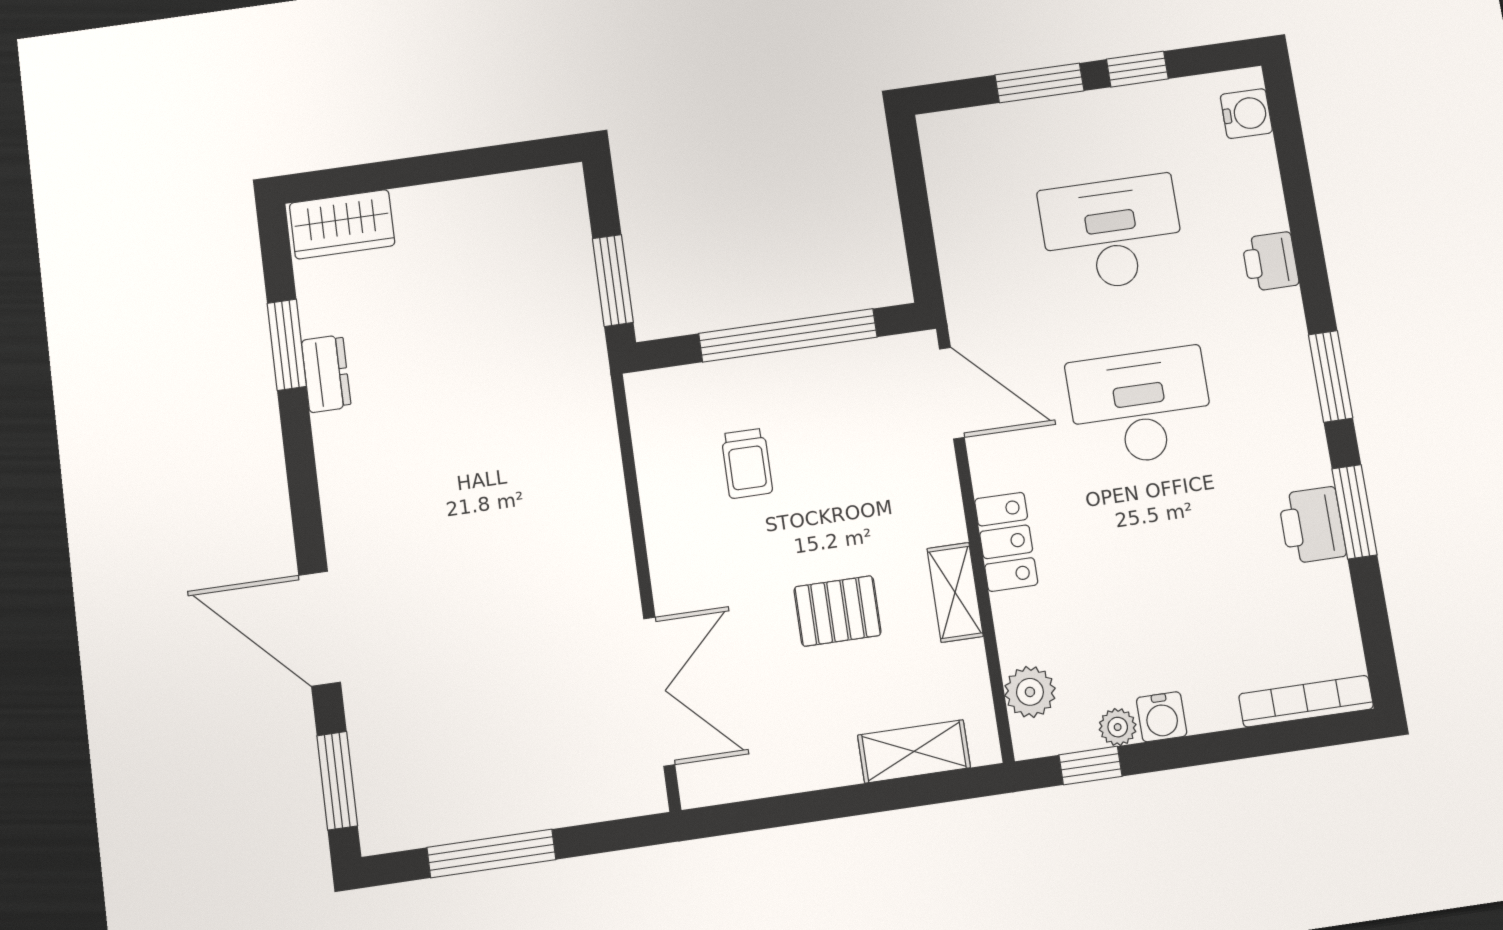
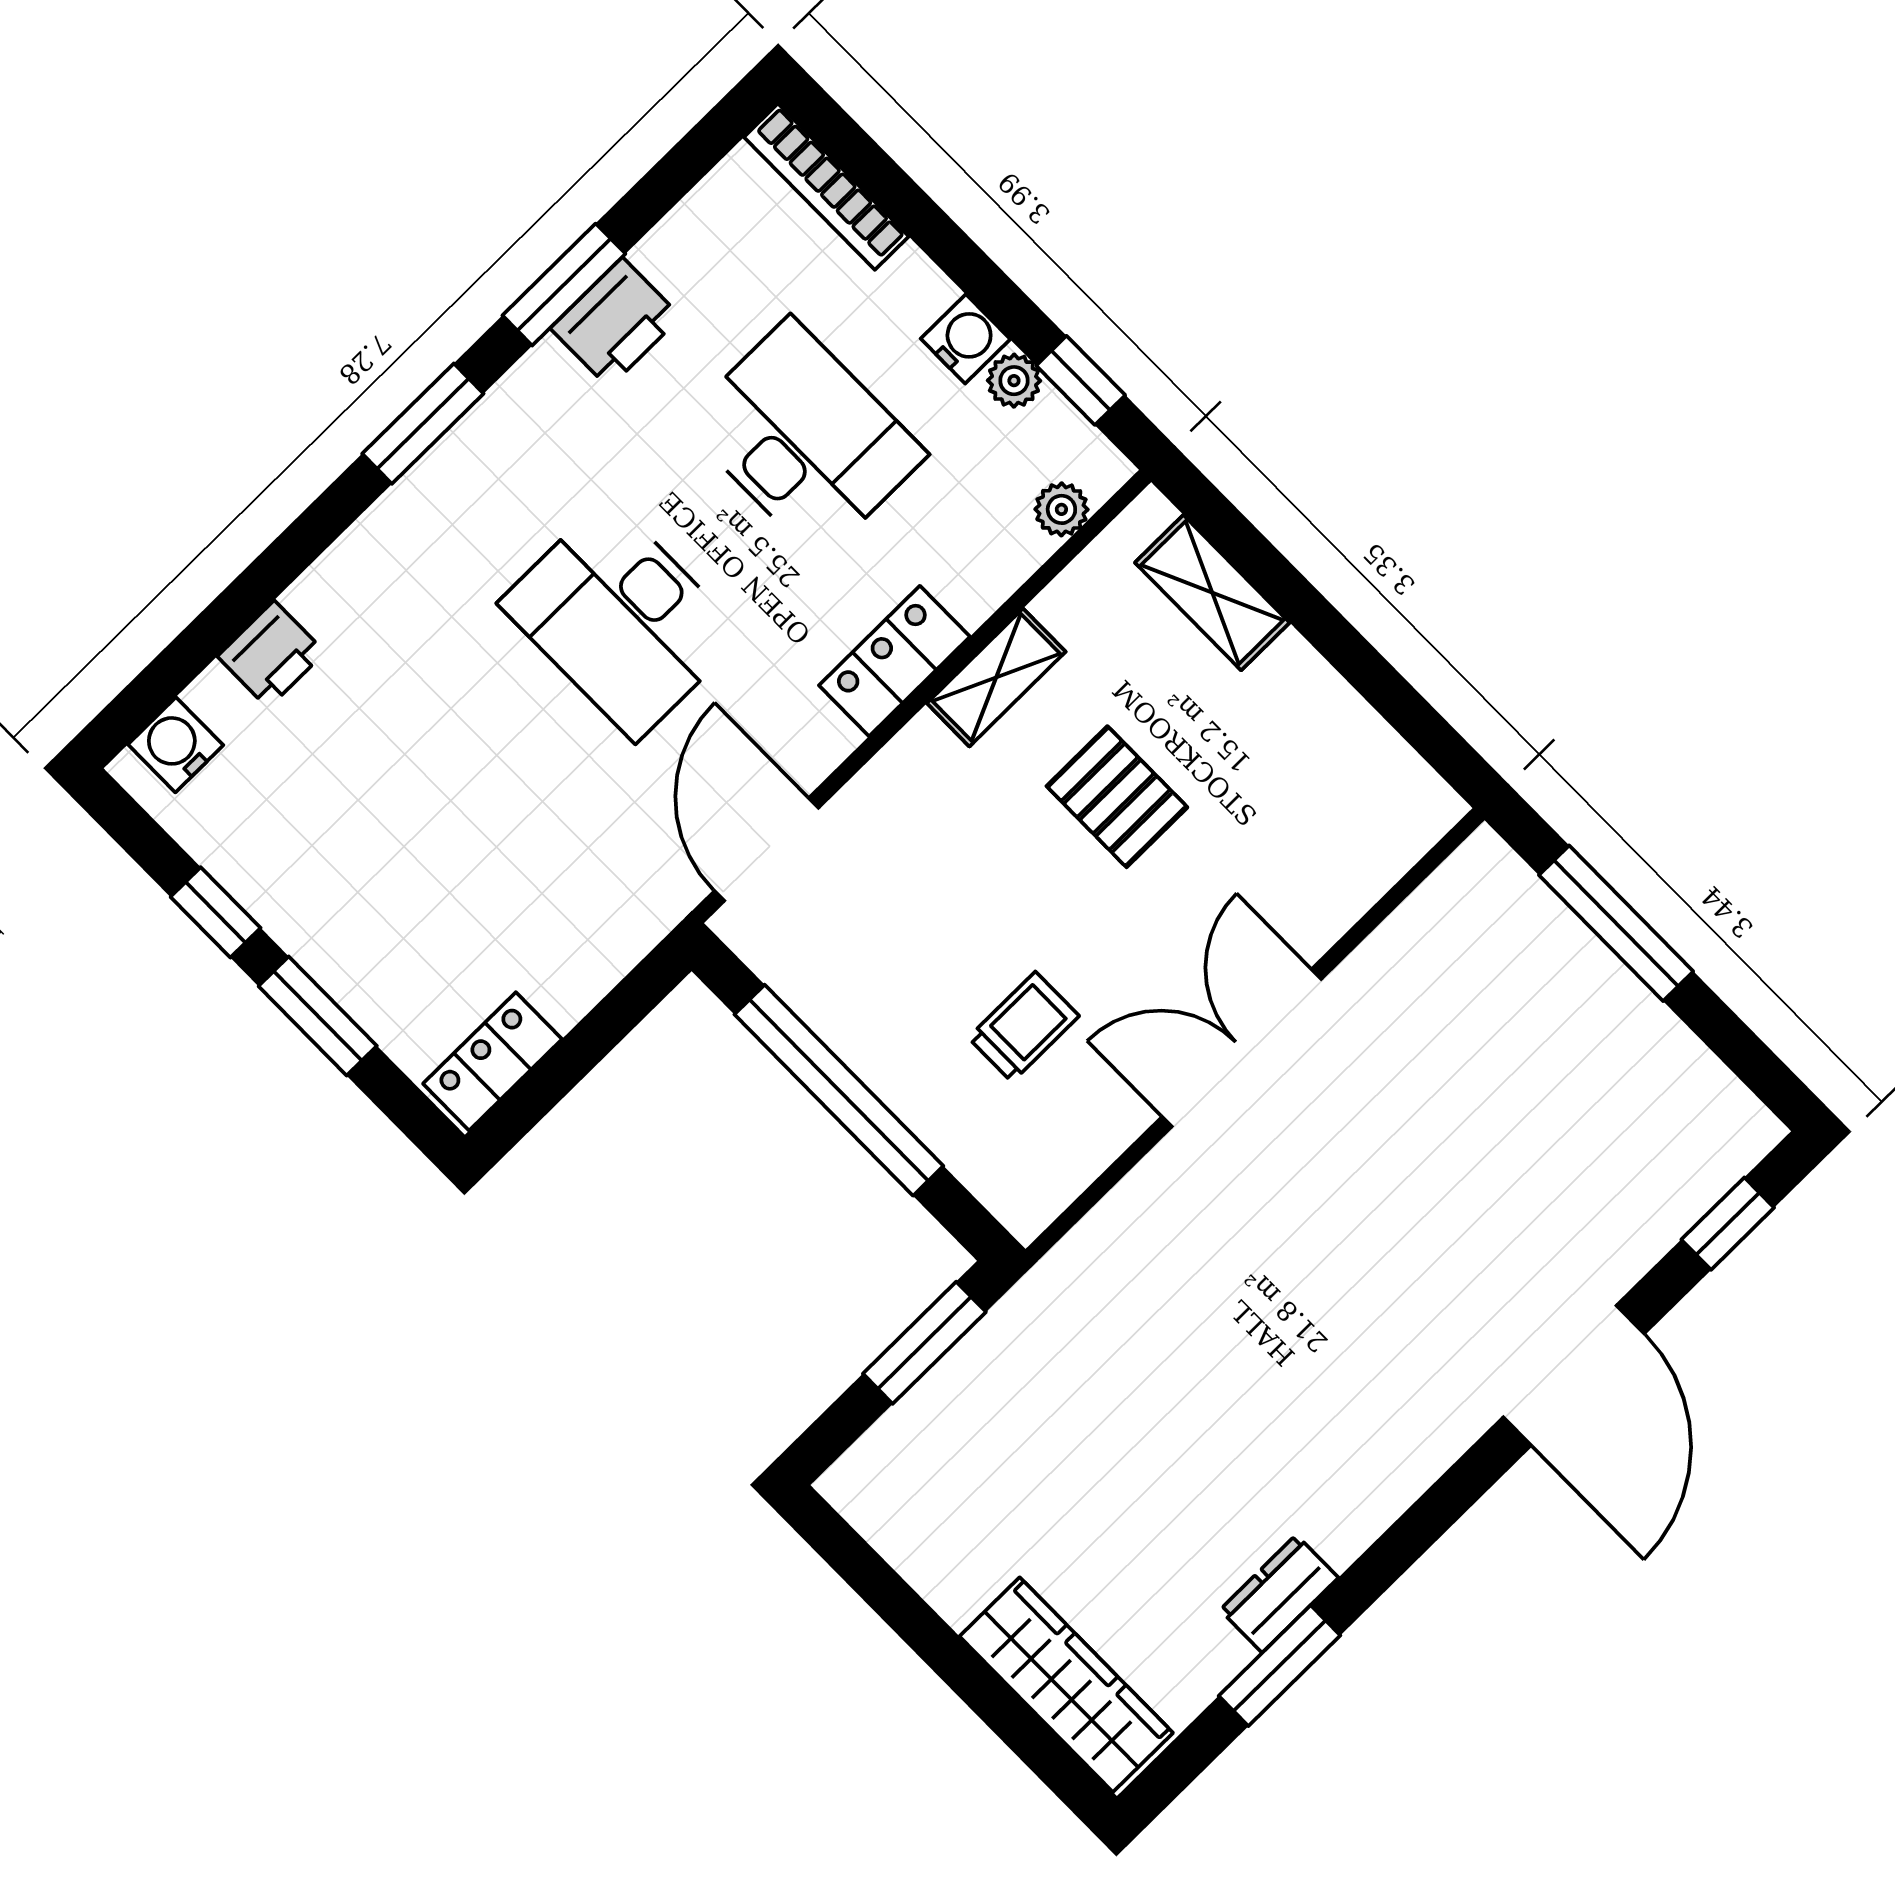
locker: (945, 159) -> (492, 1061), added
wardrobe: (342, 224) -> (1066, 1685), width x1.50
desk: (1112, 233) -> (804, 439), moved, turned 180
printer: (1270, 261) -> (271, 654), moved
double door: (659, 691) -> (1242, 1048), moved
plant: (1030, 692) -> (1061, 509), width x0.73, depth x0.73
window: (337, 781) -> (1728, 1224), width x0.67
window: (491, 853) -> (1616, 923), moved

